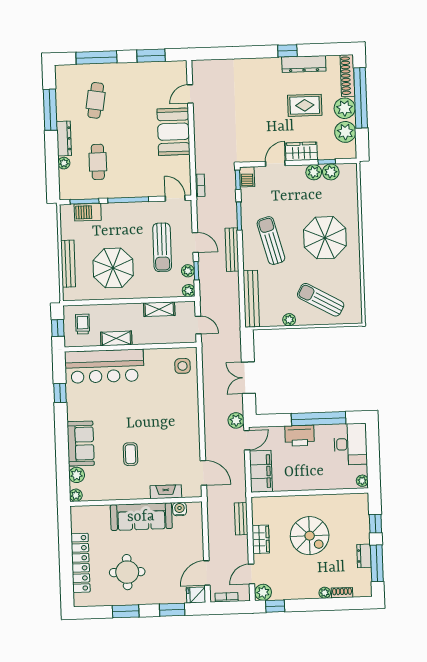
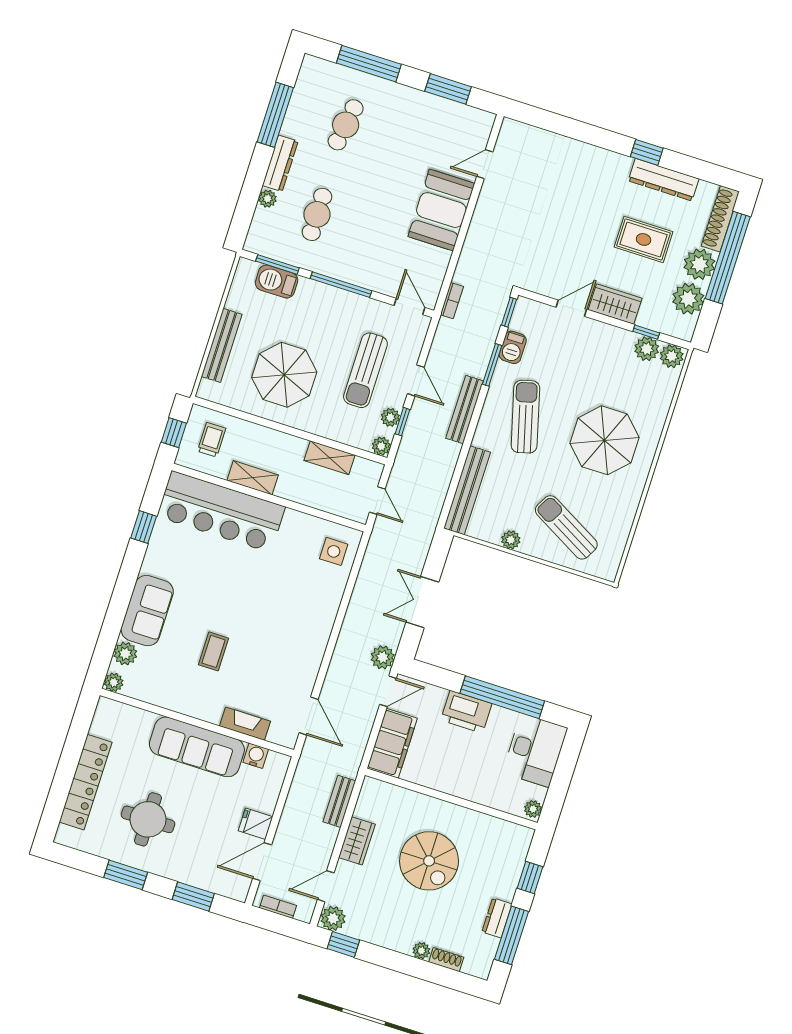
plant: (314, 172) -> (672, 356), moved
barbecue: (247, 177) -> (513, 347), moved
fridge: (196, 595) -> (256, 824), moved

